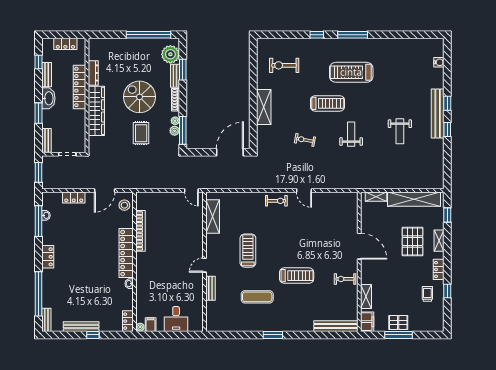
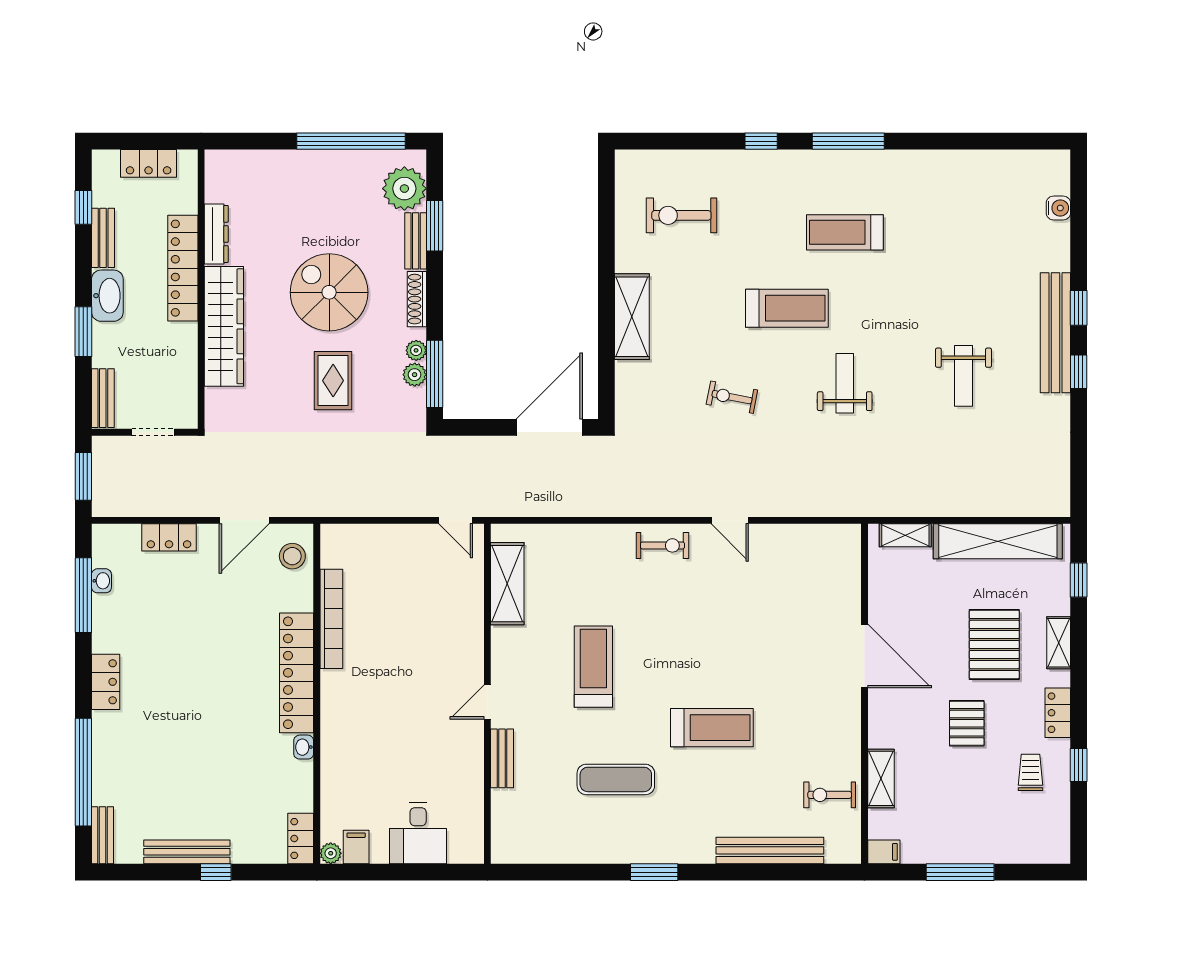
treadmill: (351, 72) -> (845, 232), width x0.73, depth x0.73
exercise bike: (345, 279) -> (830, 795), moved
filing cabinet: (367, 322) -> (884, 852), width x0.50
pallet: (398, 322) -> (967, 723), moved, turned 90
bench: (336, 326) -> (770, 850), moved

